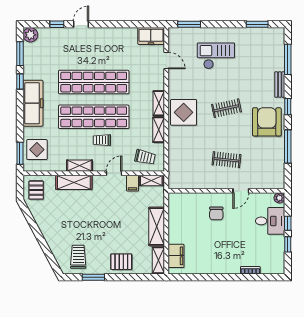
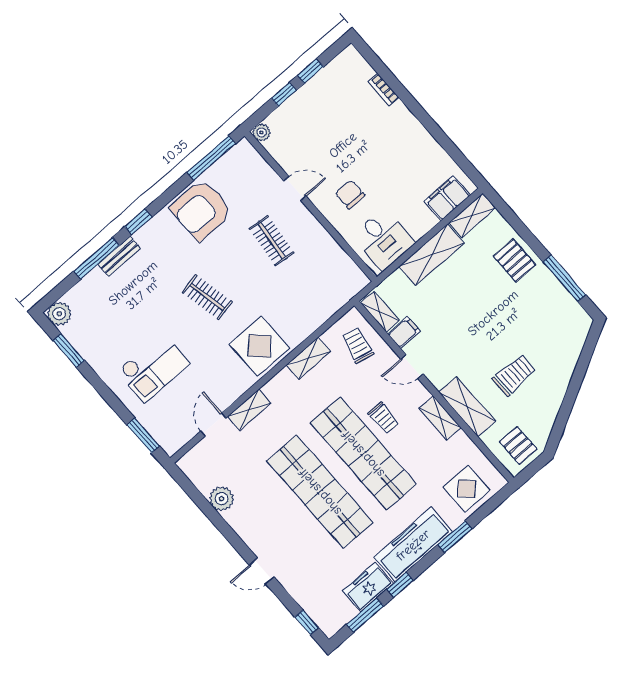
window: (57, 24) -> (307, 622), moved
plant: (30, 35) -> (222, 499), moved
plant: (278, 35) -> (59, 314), added
freezer: (151, 36) -> (368, 587), moved, turned -90
checkout: (216, 56) -> (153, 367), turned -90
window: (288, 59) -> (97, 258), moved
shelving: (159, 103) -> (249, 410), moved
armchair: (267, 122) -> (201, 210), moved
window: (288, 146) -> (211, 158), moved
window: (20, 153) -> (455, 537), moved
pallet: (36, 190) -> (518, 445), turned 90
chair: (216, 213) -> (350, 194), turned -90
desk: (270, 221) -> (383, 239), moved, turned 180
trolley: (78, 257) -> (514, 375), moved, turned 180
window: (93, 277) -> (564, 278), width x1.44

